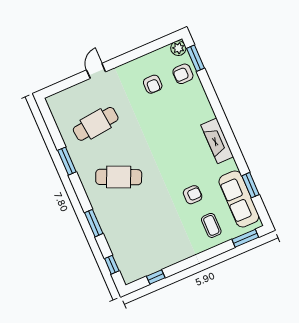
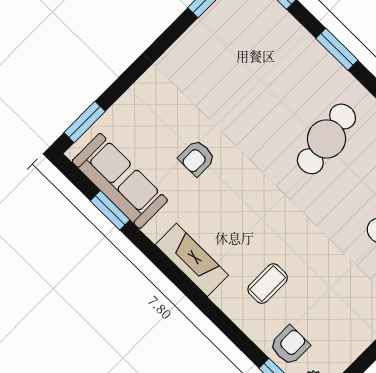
armchair: (153, 84) -> (332, 309), removed
cafe table: (119, 177) -> (326, 139), turned -33
coffee table: (211, 225) -> (268, 284), moved, turned 90

